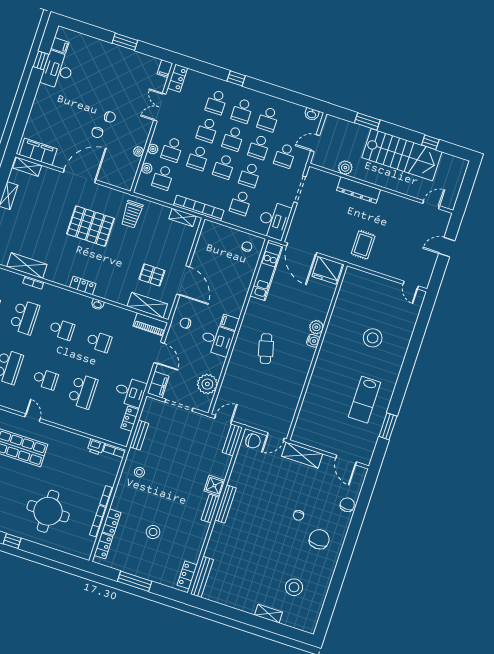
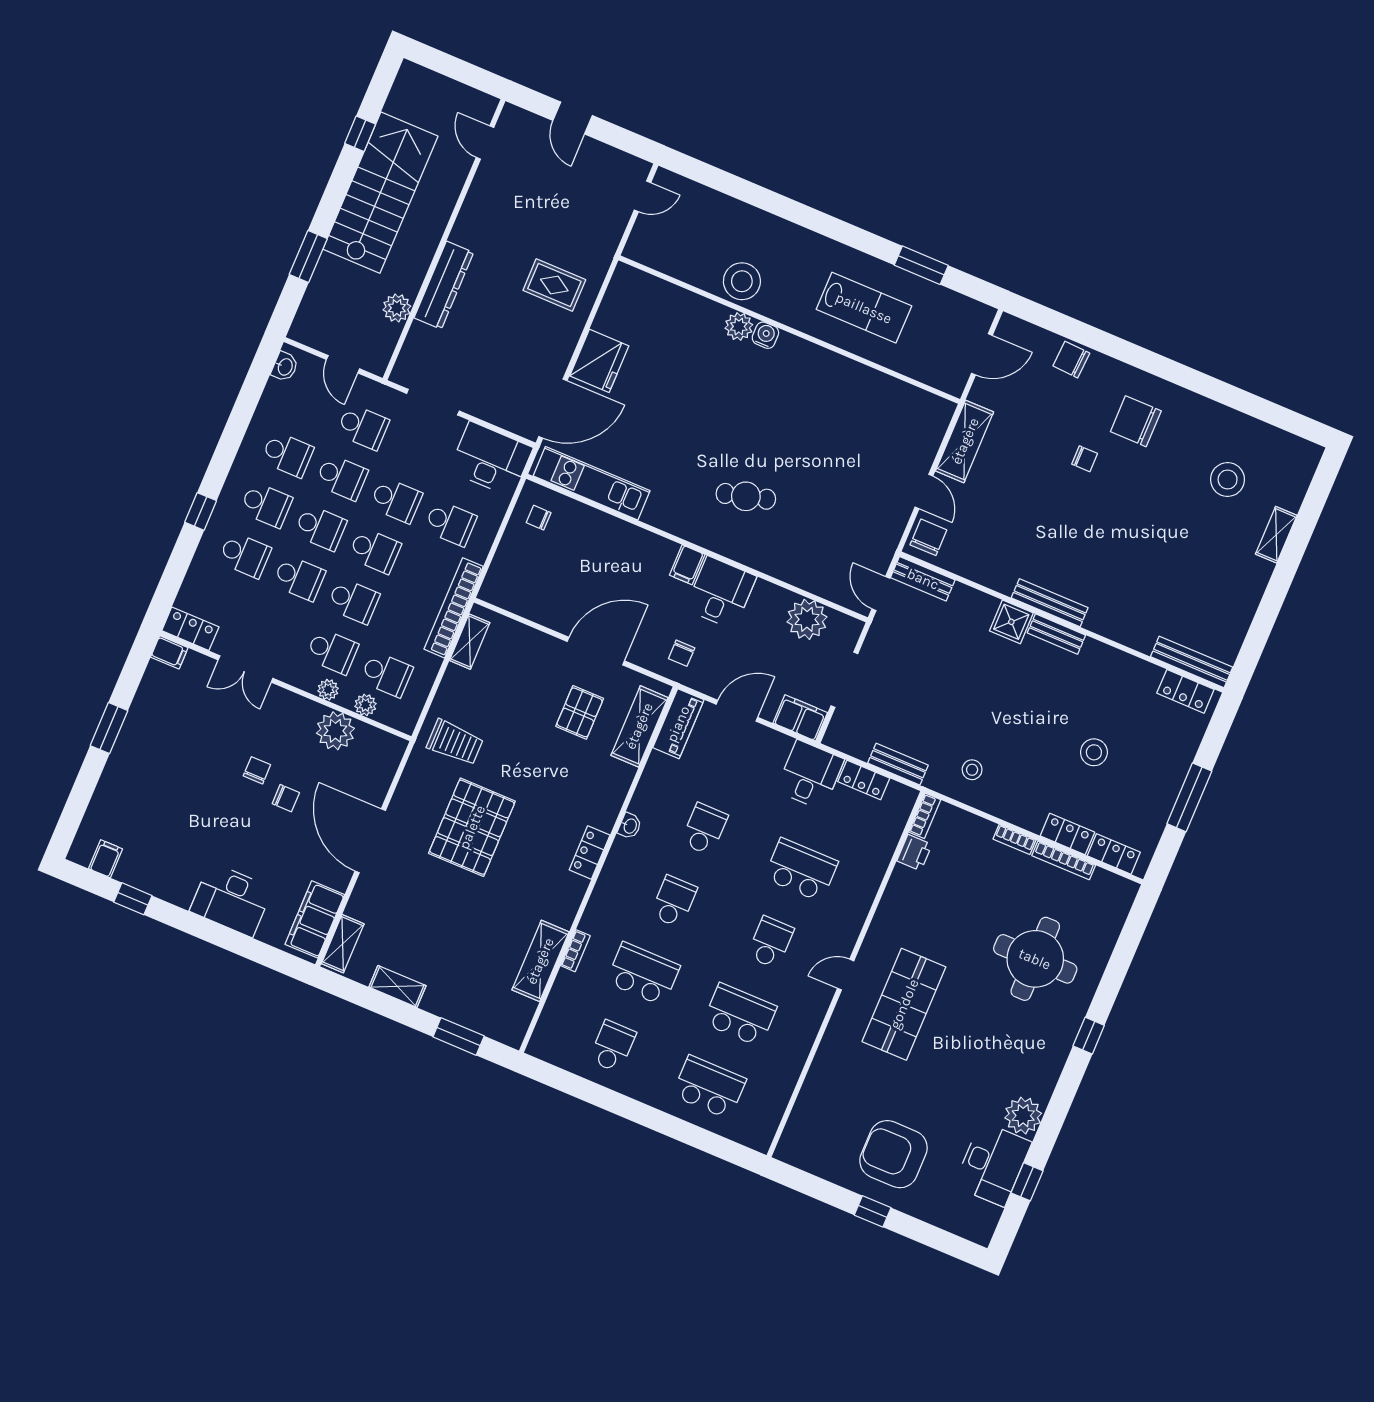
desk: (58, 70) -> (231, 899), moved
plant: (138, 151) -> (335, 731), width x1.88, depth x1.88
plant: (316, 327) -> (739, 326), moved
water cooler: (313, 341) -> (765, 335), moved
wall: (317, 352) -> (789, 330), moved

